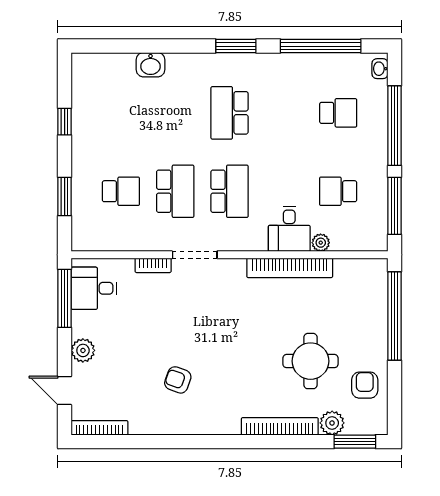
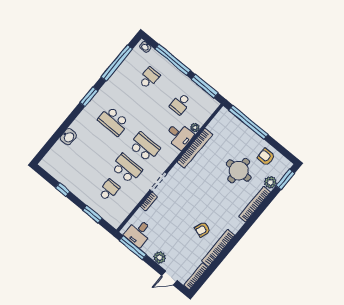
bookcase: (170, 426) -> (218, 248), added

